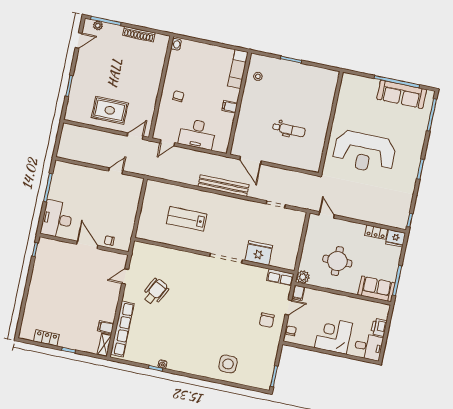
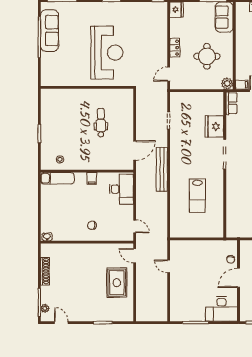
desk: (197, 134) -> (121, 189), moved
locker: (376, 232) -> (175, 48), moved

